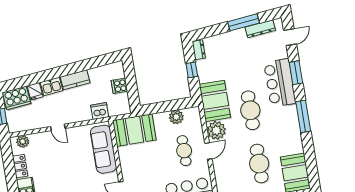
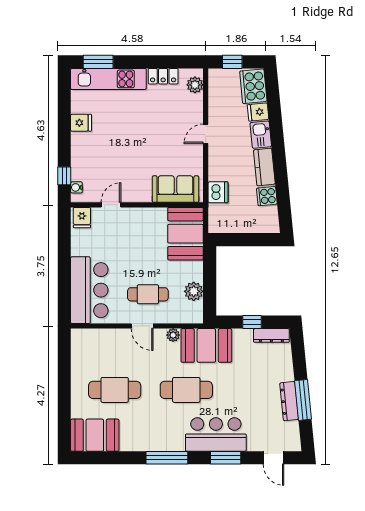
dresser: (260, 29) -> (289, 401), moved
dresser: (199, 50) -> (271, 335), width x1.44
cooker: (119, 86) -> (267, 196), moved, turned -96
plant: (216, 130) -> (173, 335), width x0.53, depth x0.53
sofa: (103, 149) -> (175, 189), width x0.73

